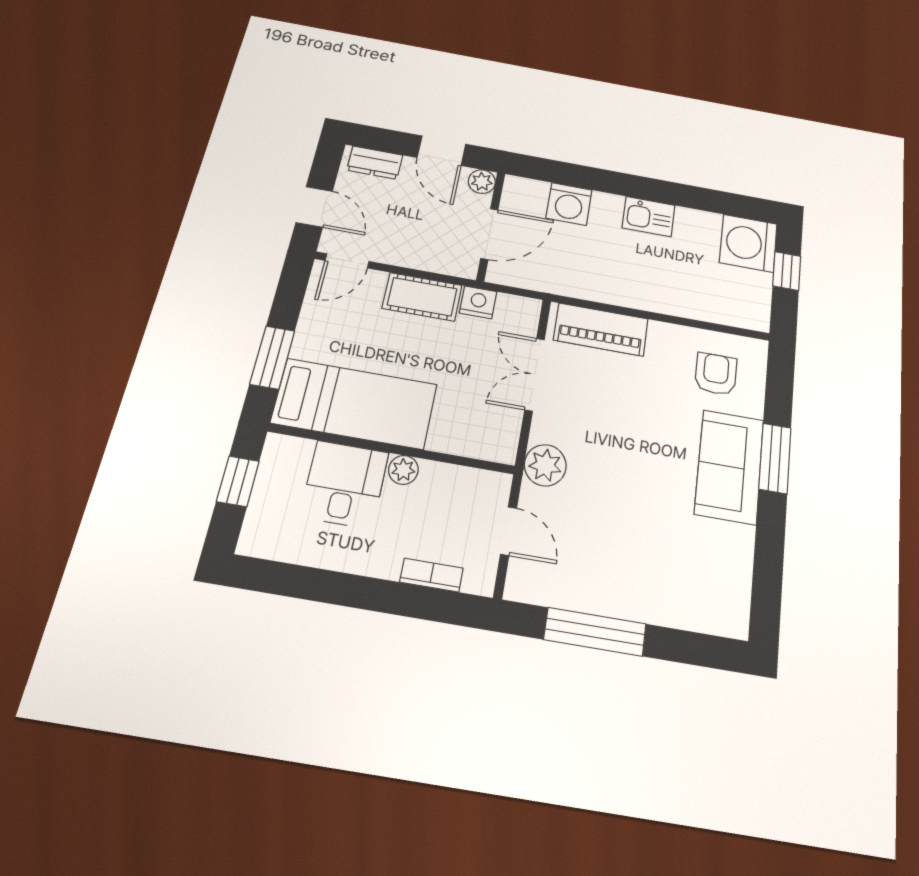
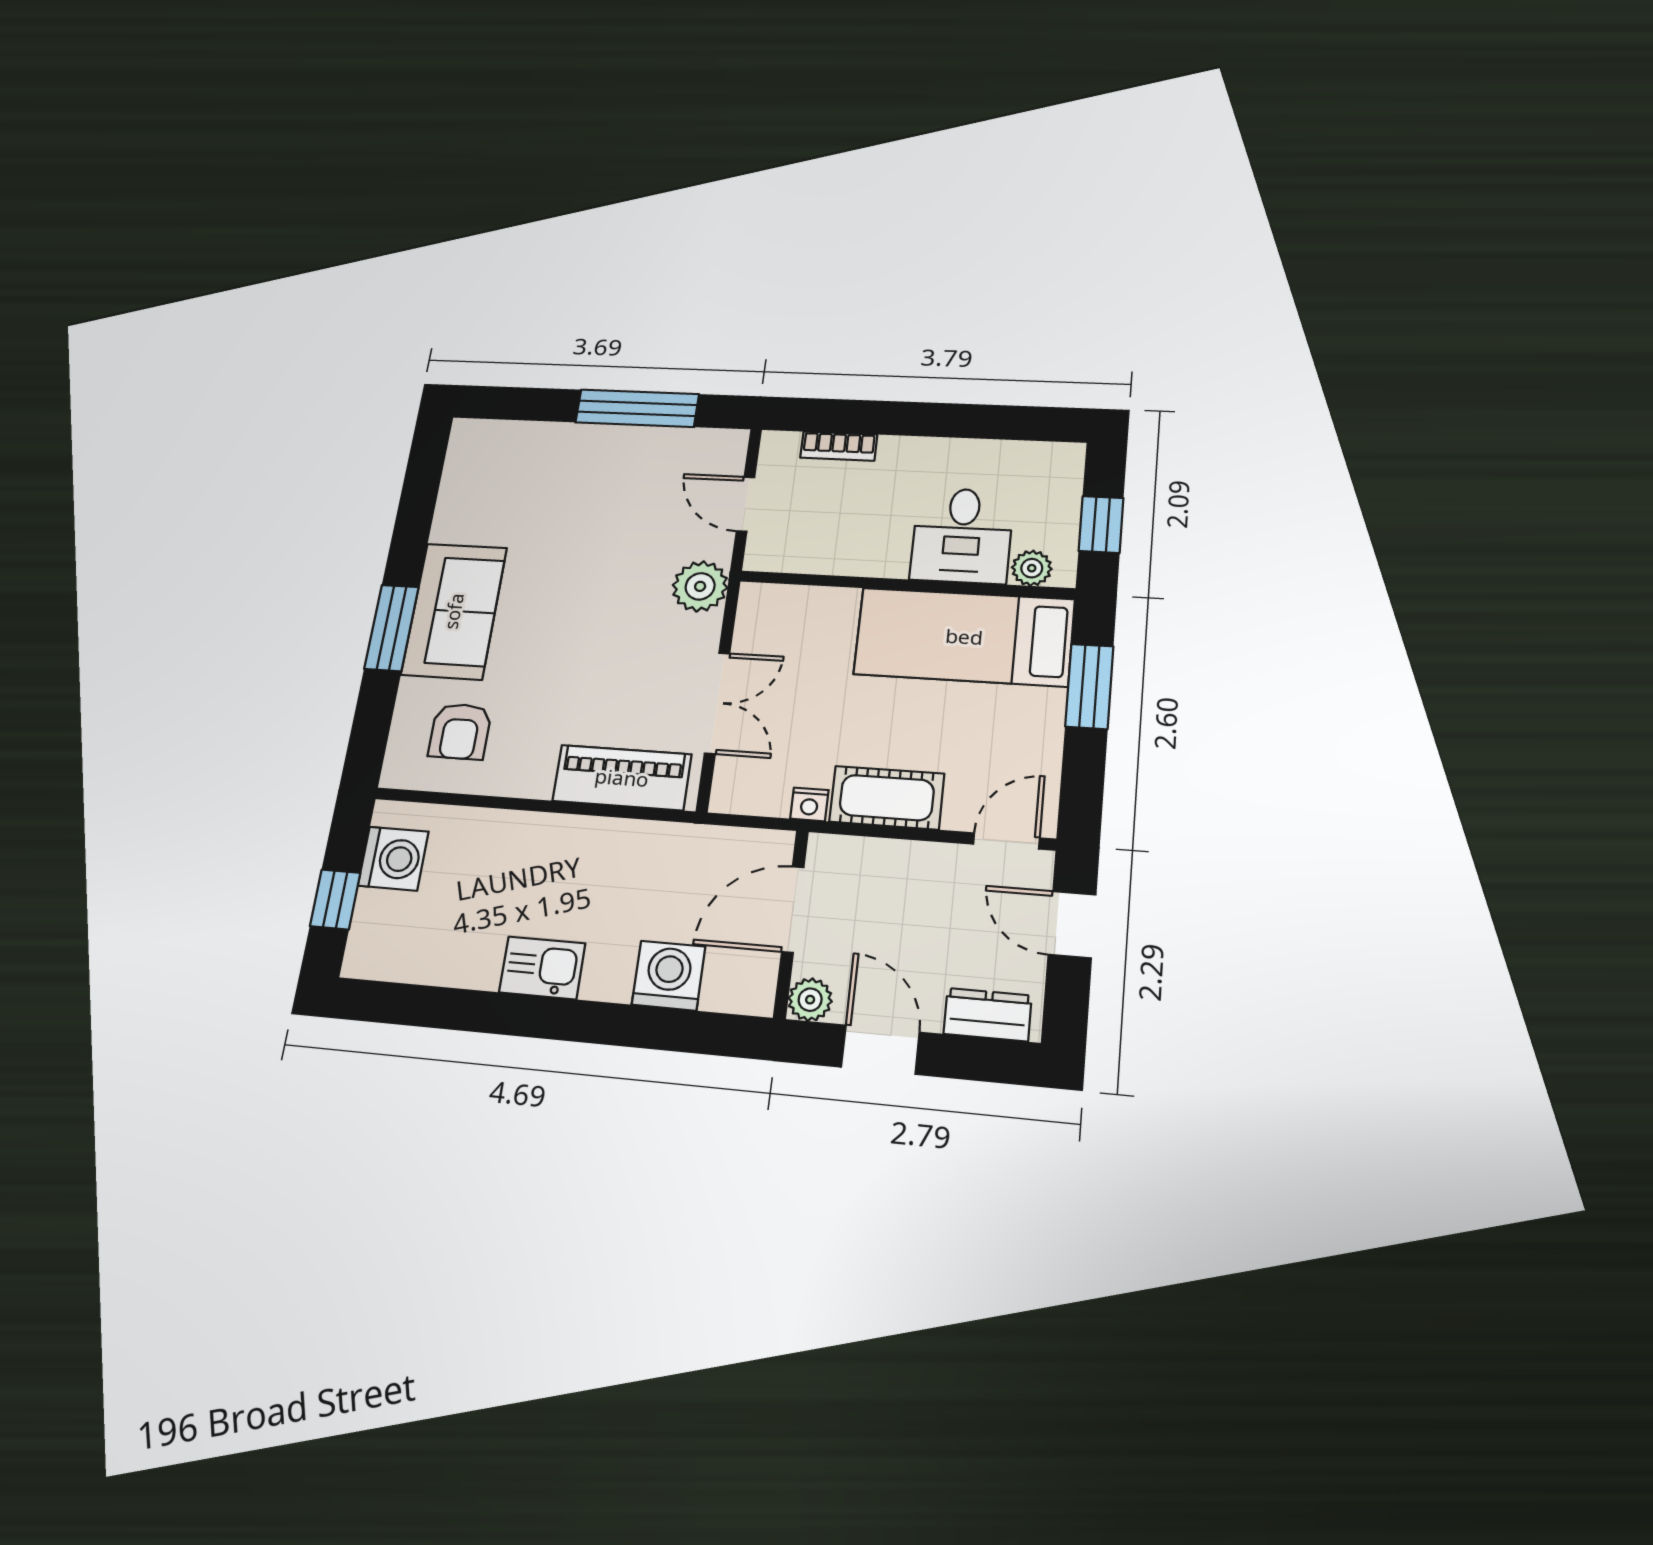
washing machine: (748, 243) -> (393, 859), moved, width x0.73, depth x0.73
nightstand: (478, 302) -> (809, 804), width x0.72, depth x0.74
plant: (403, 470) -> (1032, 568), moved

